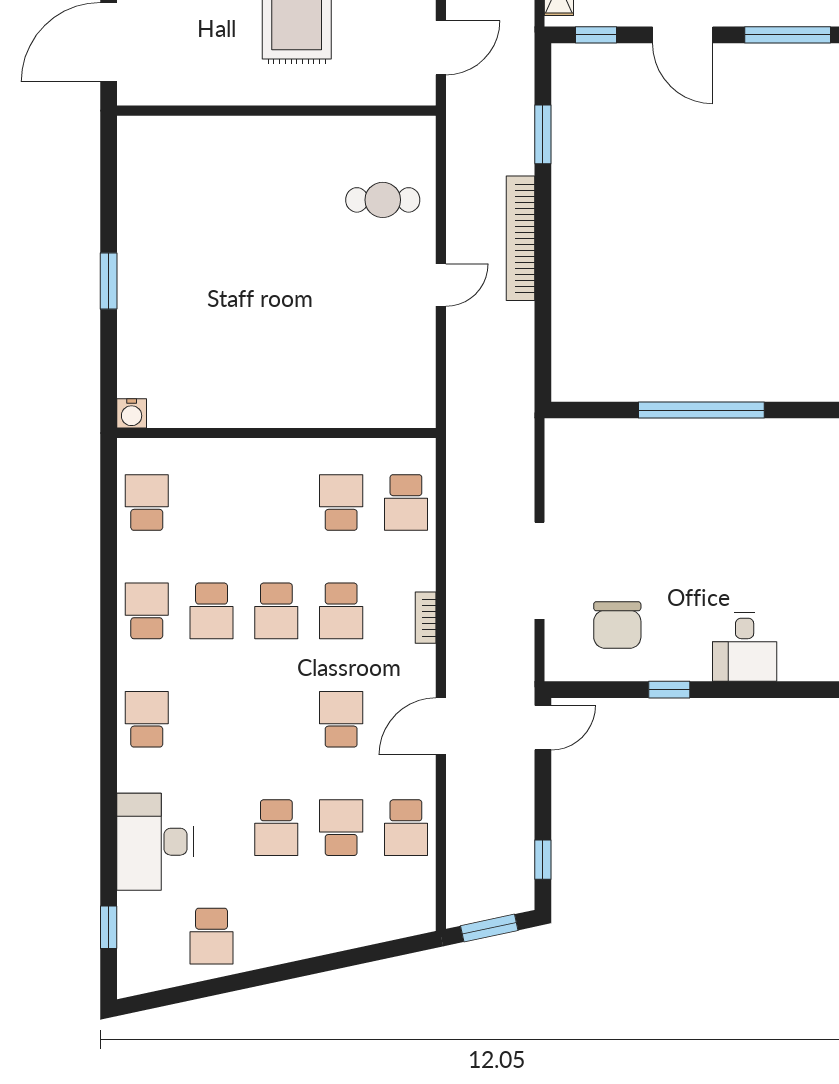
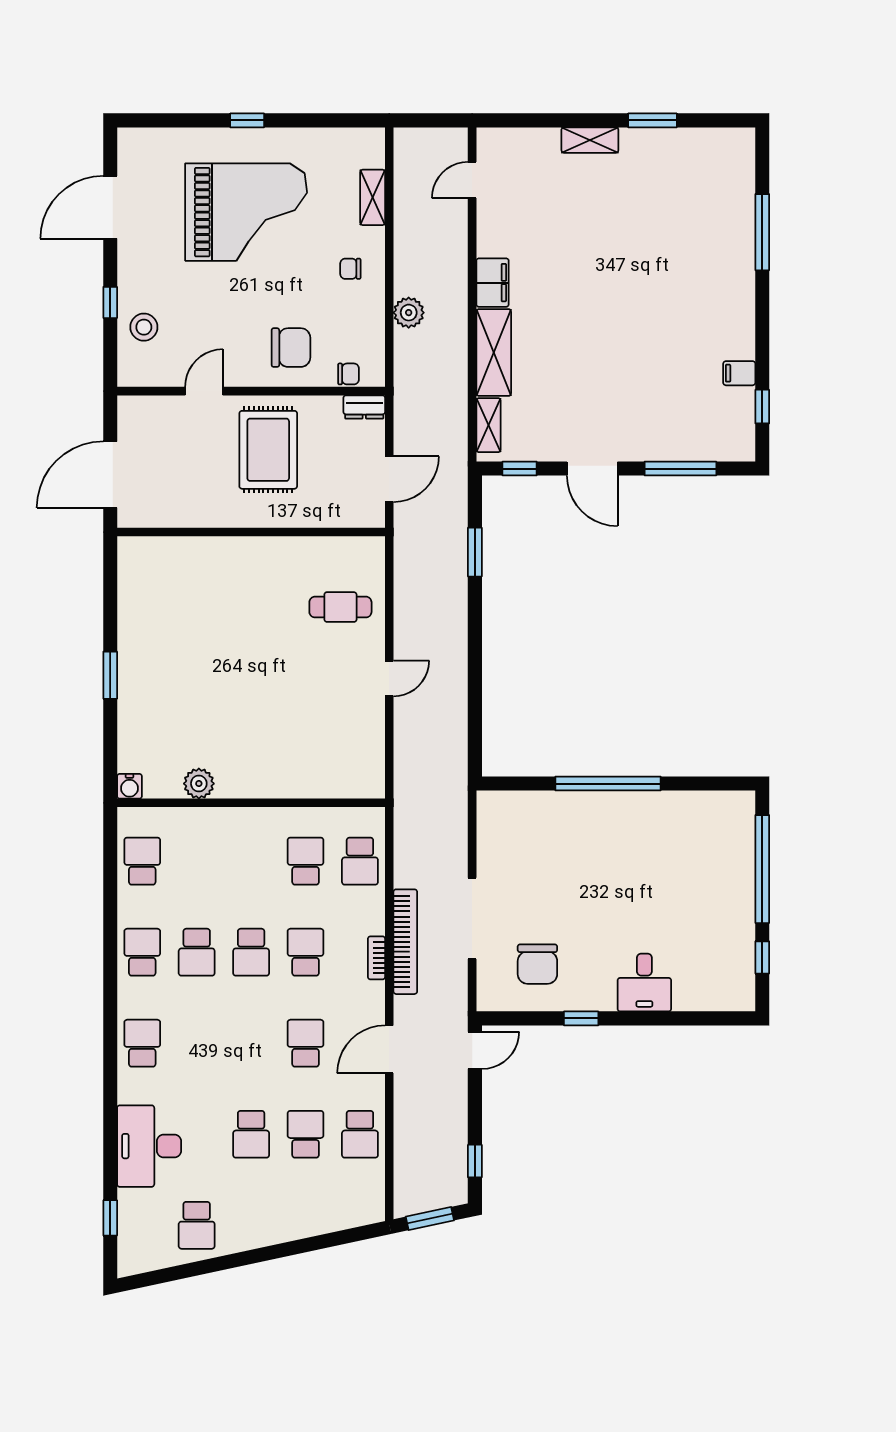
bookcase: (520, 238) -> (405, 942), moved, turned 180
plant: (214, 410) -> (199, 784), added
school desk: (341, 611) -> (306, 952), turned 180

